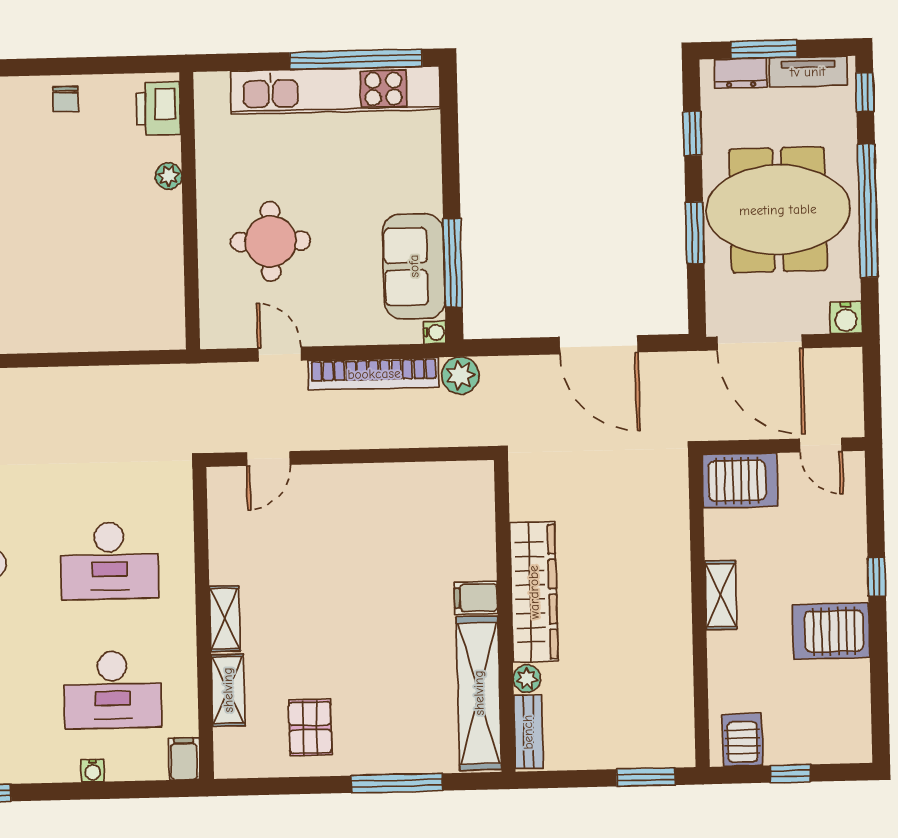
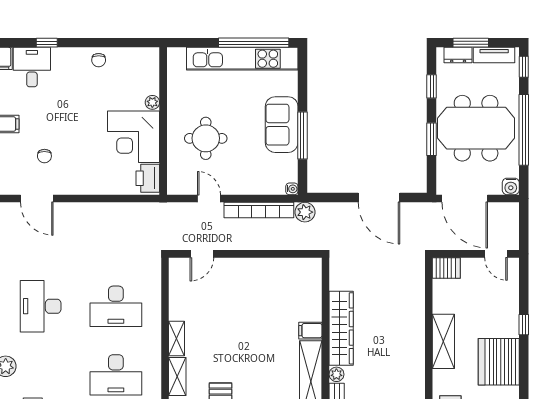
printer: (158, 109) -> (148, 178), moved
corner desk: (135, 242) -> (133, 137), added
window: (453, 263) -> (302, 136), moved
sofa: (414, 266) -> (282, 125), moved
server rack: (740, 481) -> (446, 268), width x0.73, depth x0.70
shelving: (721, 595) -> (443, 341), width x1.50, depth x1.33
server rack: (831, 631) -> (499, 362), width x1.60

